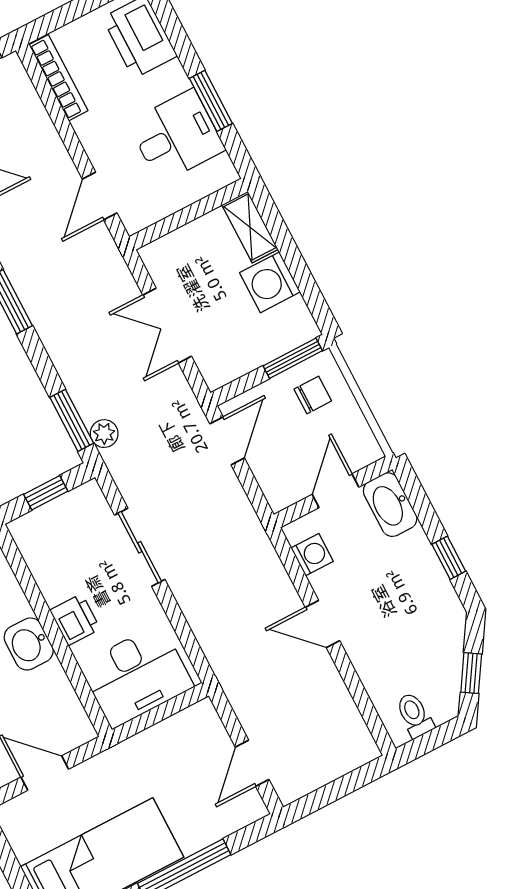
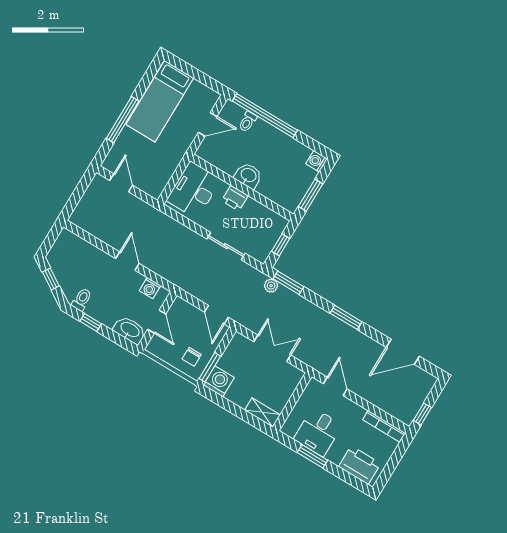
washing machine: (270, 282) -> (219, 381), moved
door: (323, 624) -> (127, 261), hinge flipped
toilet: (415, 715) -> (82, 299), moved, turned -90

